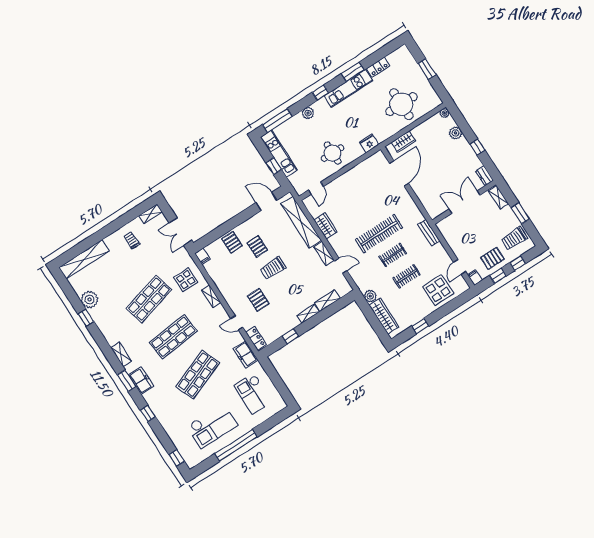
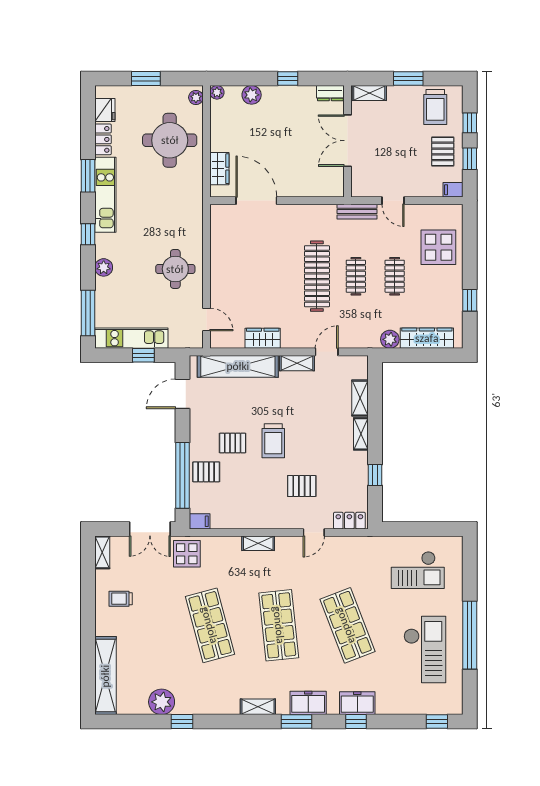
plant: (434, 103) -> (196, 97), added
fridge: (369, 143) -> (105, 110), moved, turned 180
window: (222, 230) -> (182, 475), added
door: (460, 267) -> (393, 201), moved
display table: (186, 280) -> (187, 554), moved
freezer: (246, 355) -> (357, 703), moved, turned 180

